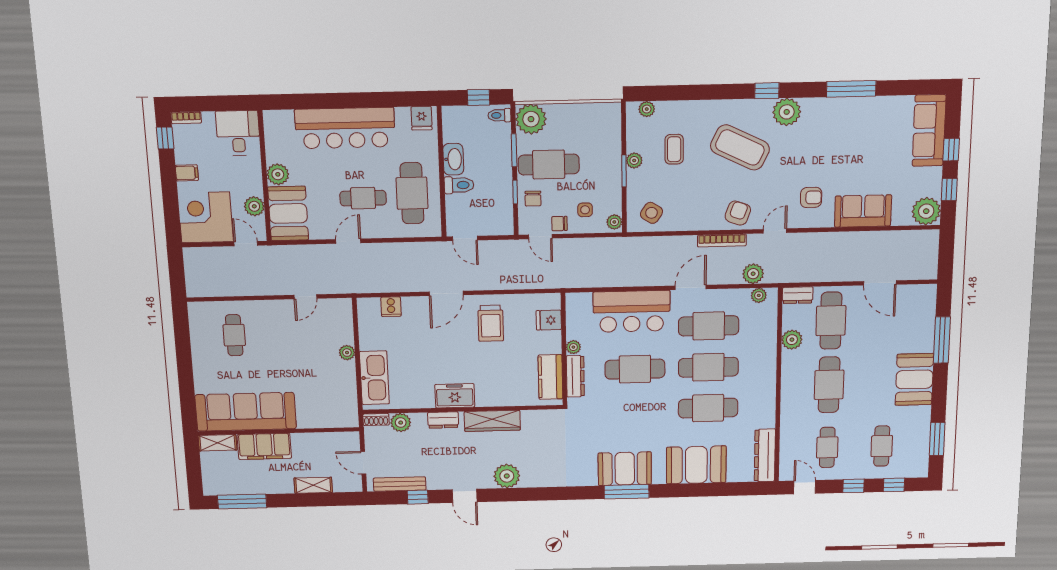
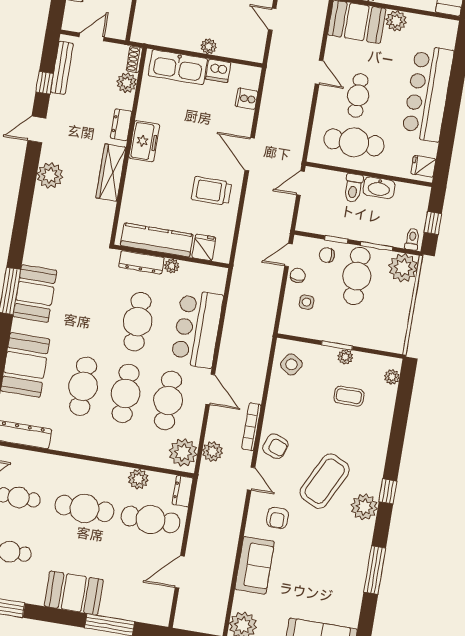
coffee table: (740, 147) -> (325, 481), moved
plant: (614, 222) -> (289, 328), removed
plant: (759, 295) -> (183, 453), width x1.87, depth x1.87
dishwasher: (369, 339) -> (218, 71), added
kitchen counter: (550, 377) -> (157, 240), width x1.50

